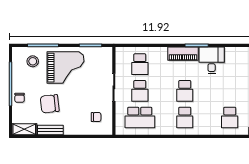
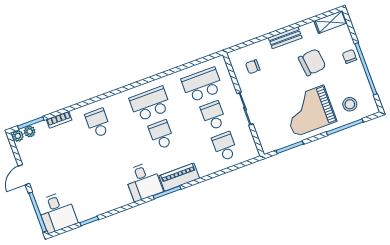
school desk: (185, 118) -> (150, 104), width x1.85
bench: (50, 130) -> (285, 38), moved

